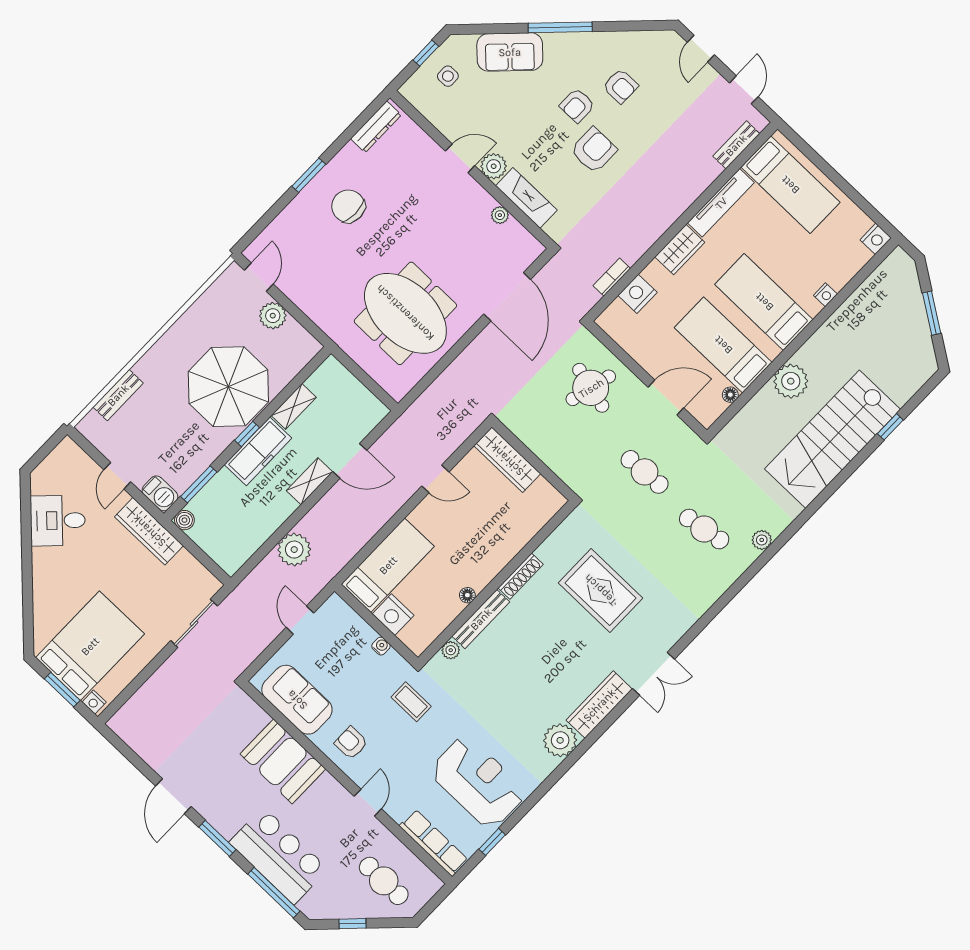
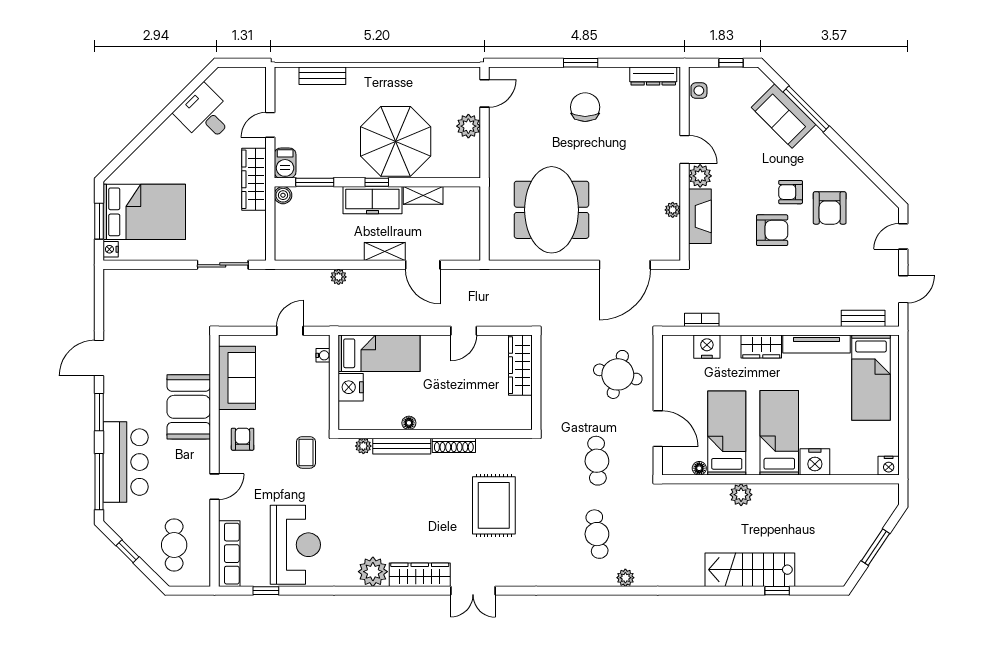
window: (560, 27) -> (806, 109), moved
side table: (448, 76) -> (699, 91), moved
armchair: (620, 86) -> (830, 208), width x1.38, depth x1.38
nightstand: (825, 295) -> (815, 462), width x1.89, depth x1.79
plant: (791, 381) -> (741, 495), width x0.73, depth x0.73
stairs: (832, 439) -> (750, 570), width x0.73, depth x0.66
door: (435, 479) -> (464, 331), hinge flipped
plant: (294, 550) -> (339, 277), width x0.53, depth x0.53
water cooler: (381, 646) -> (323, 355), moved

